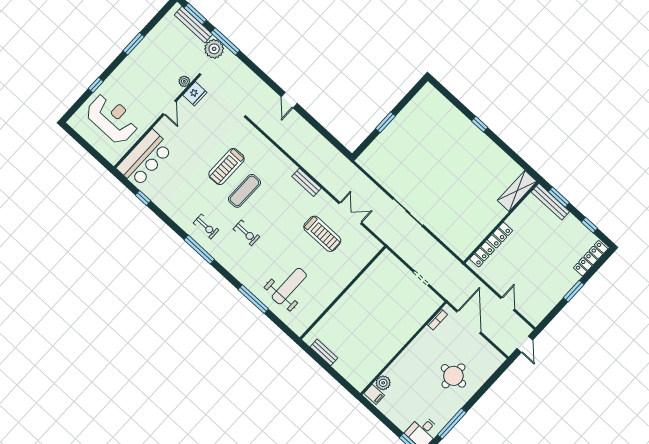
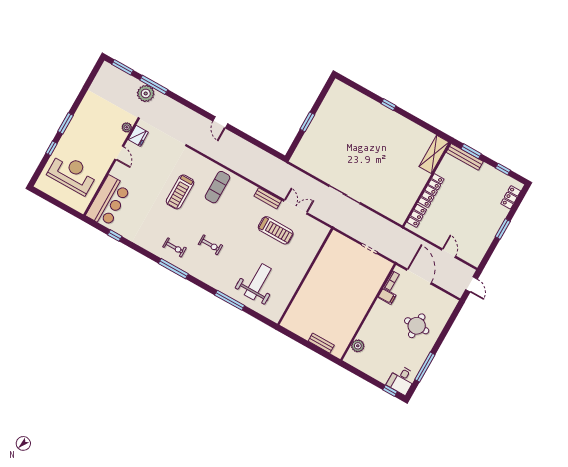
bench: (193, 25) -> (123, 77), removed
window: (134, 44) -> (66, 123), moved
bench: (307, 182) -> (268, 198), moved
exercise mat: (244, 191) -> (218, 187), moved
locker: (500, 235) -> (431, 191), width x1.53
locker: (591, 258) -> (511, 197), width x0.66
bench: (324, 352) -> (321, 343), moved
filing cabinet: (374, 394) -> (387, 296), moved

